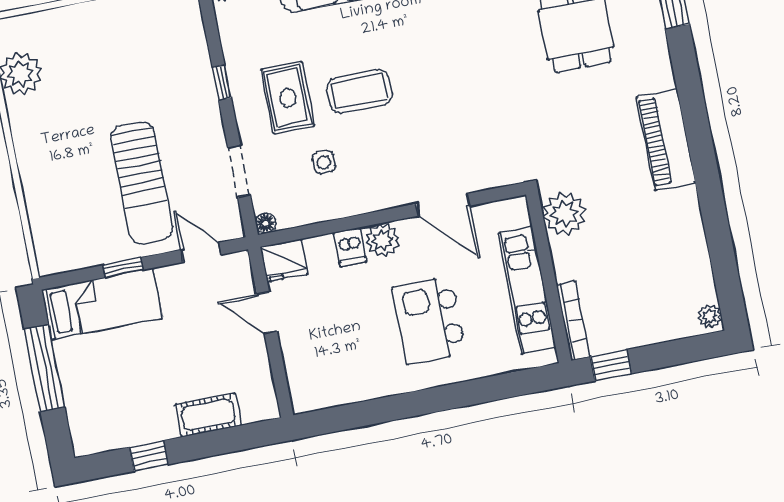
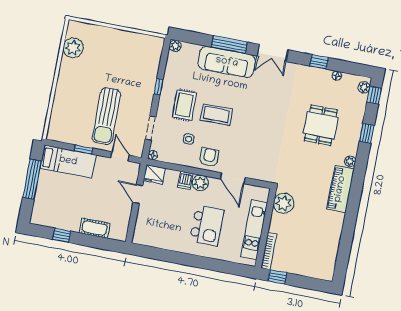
armchair: (379, 182) -> (209, 157), added
plant: (710, 316) -> (350, 161), moved
kitchen island: (429, 320) -> (207, 226), turned 180

